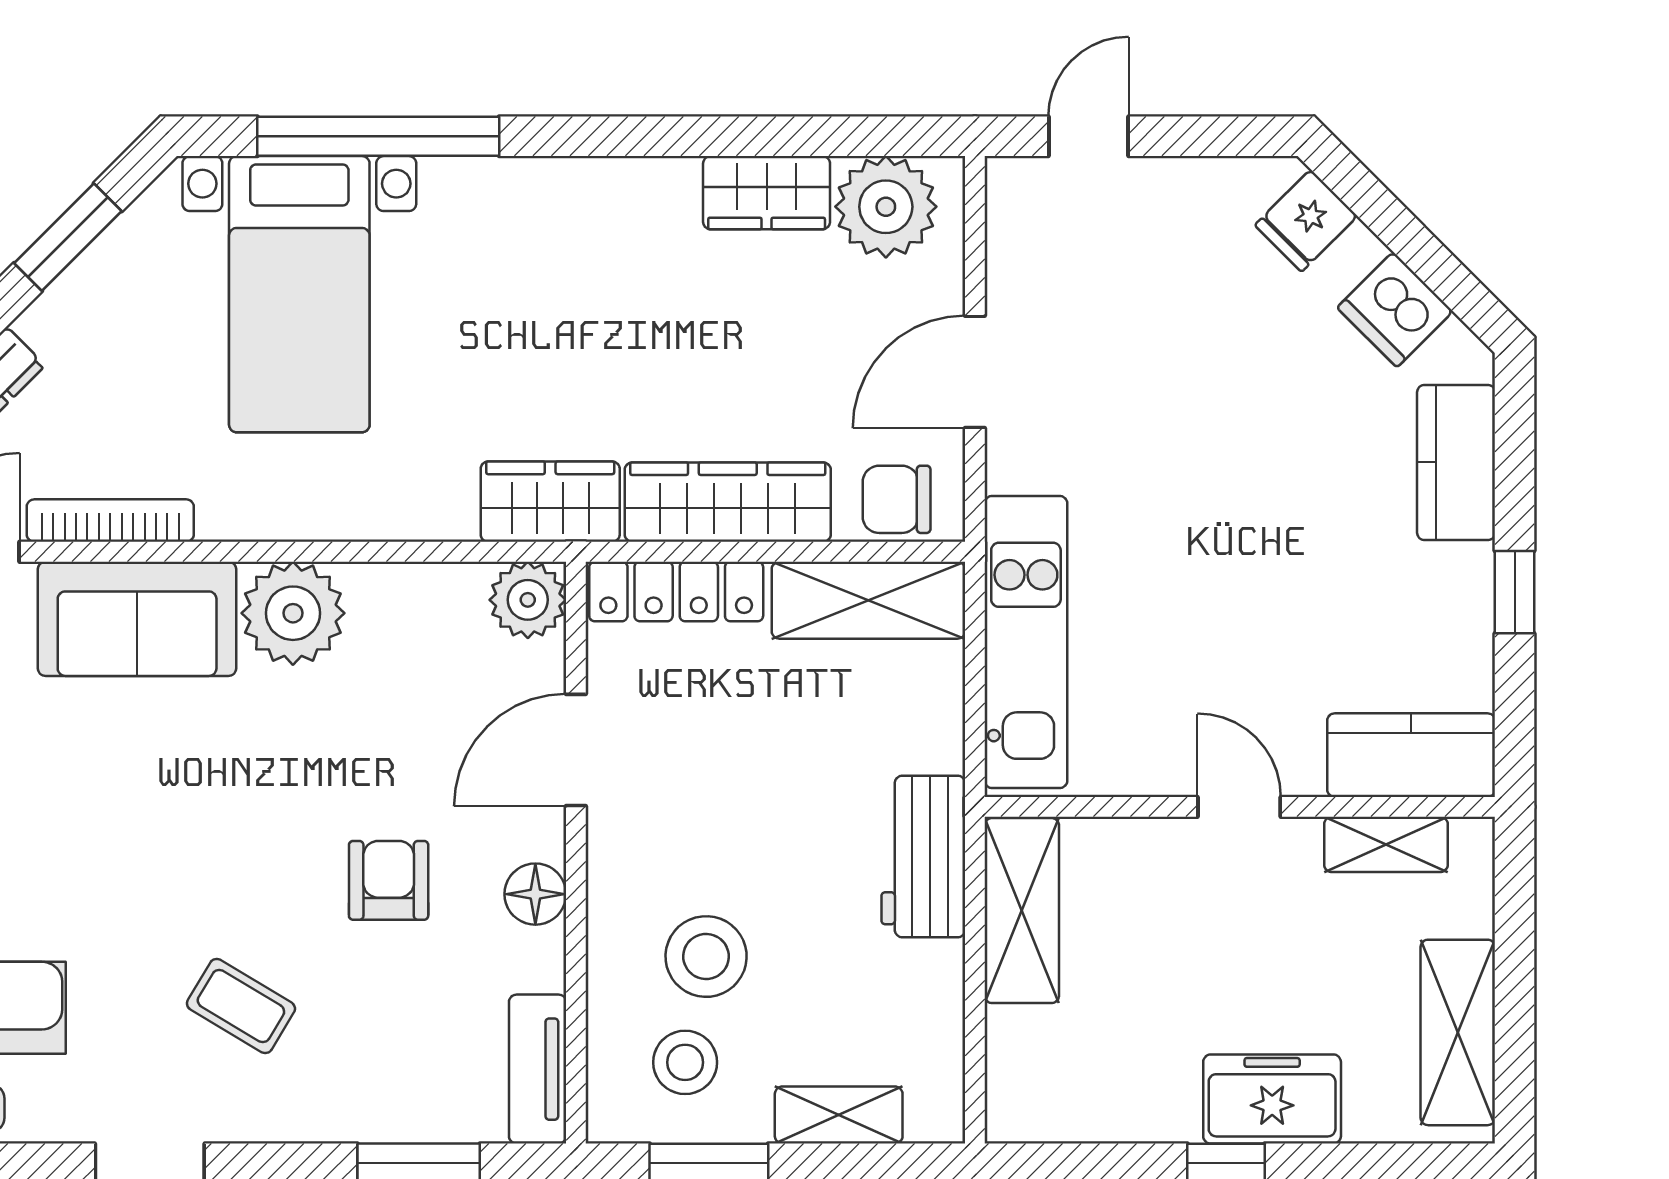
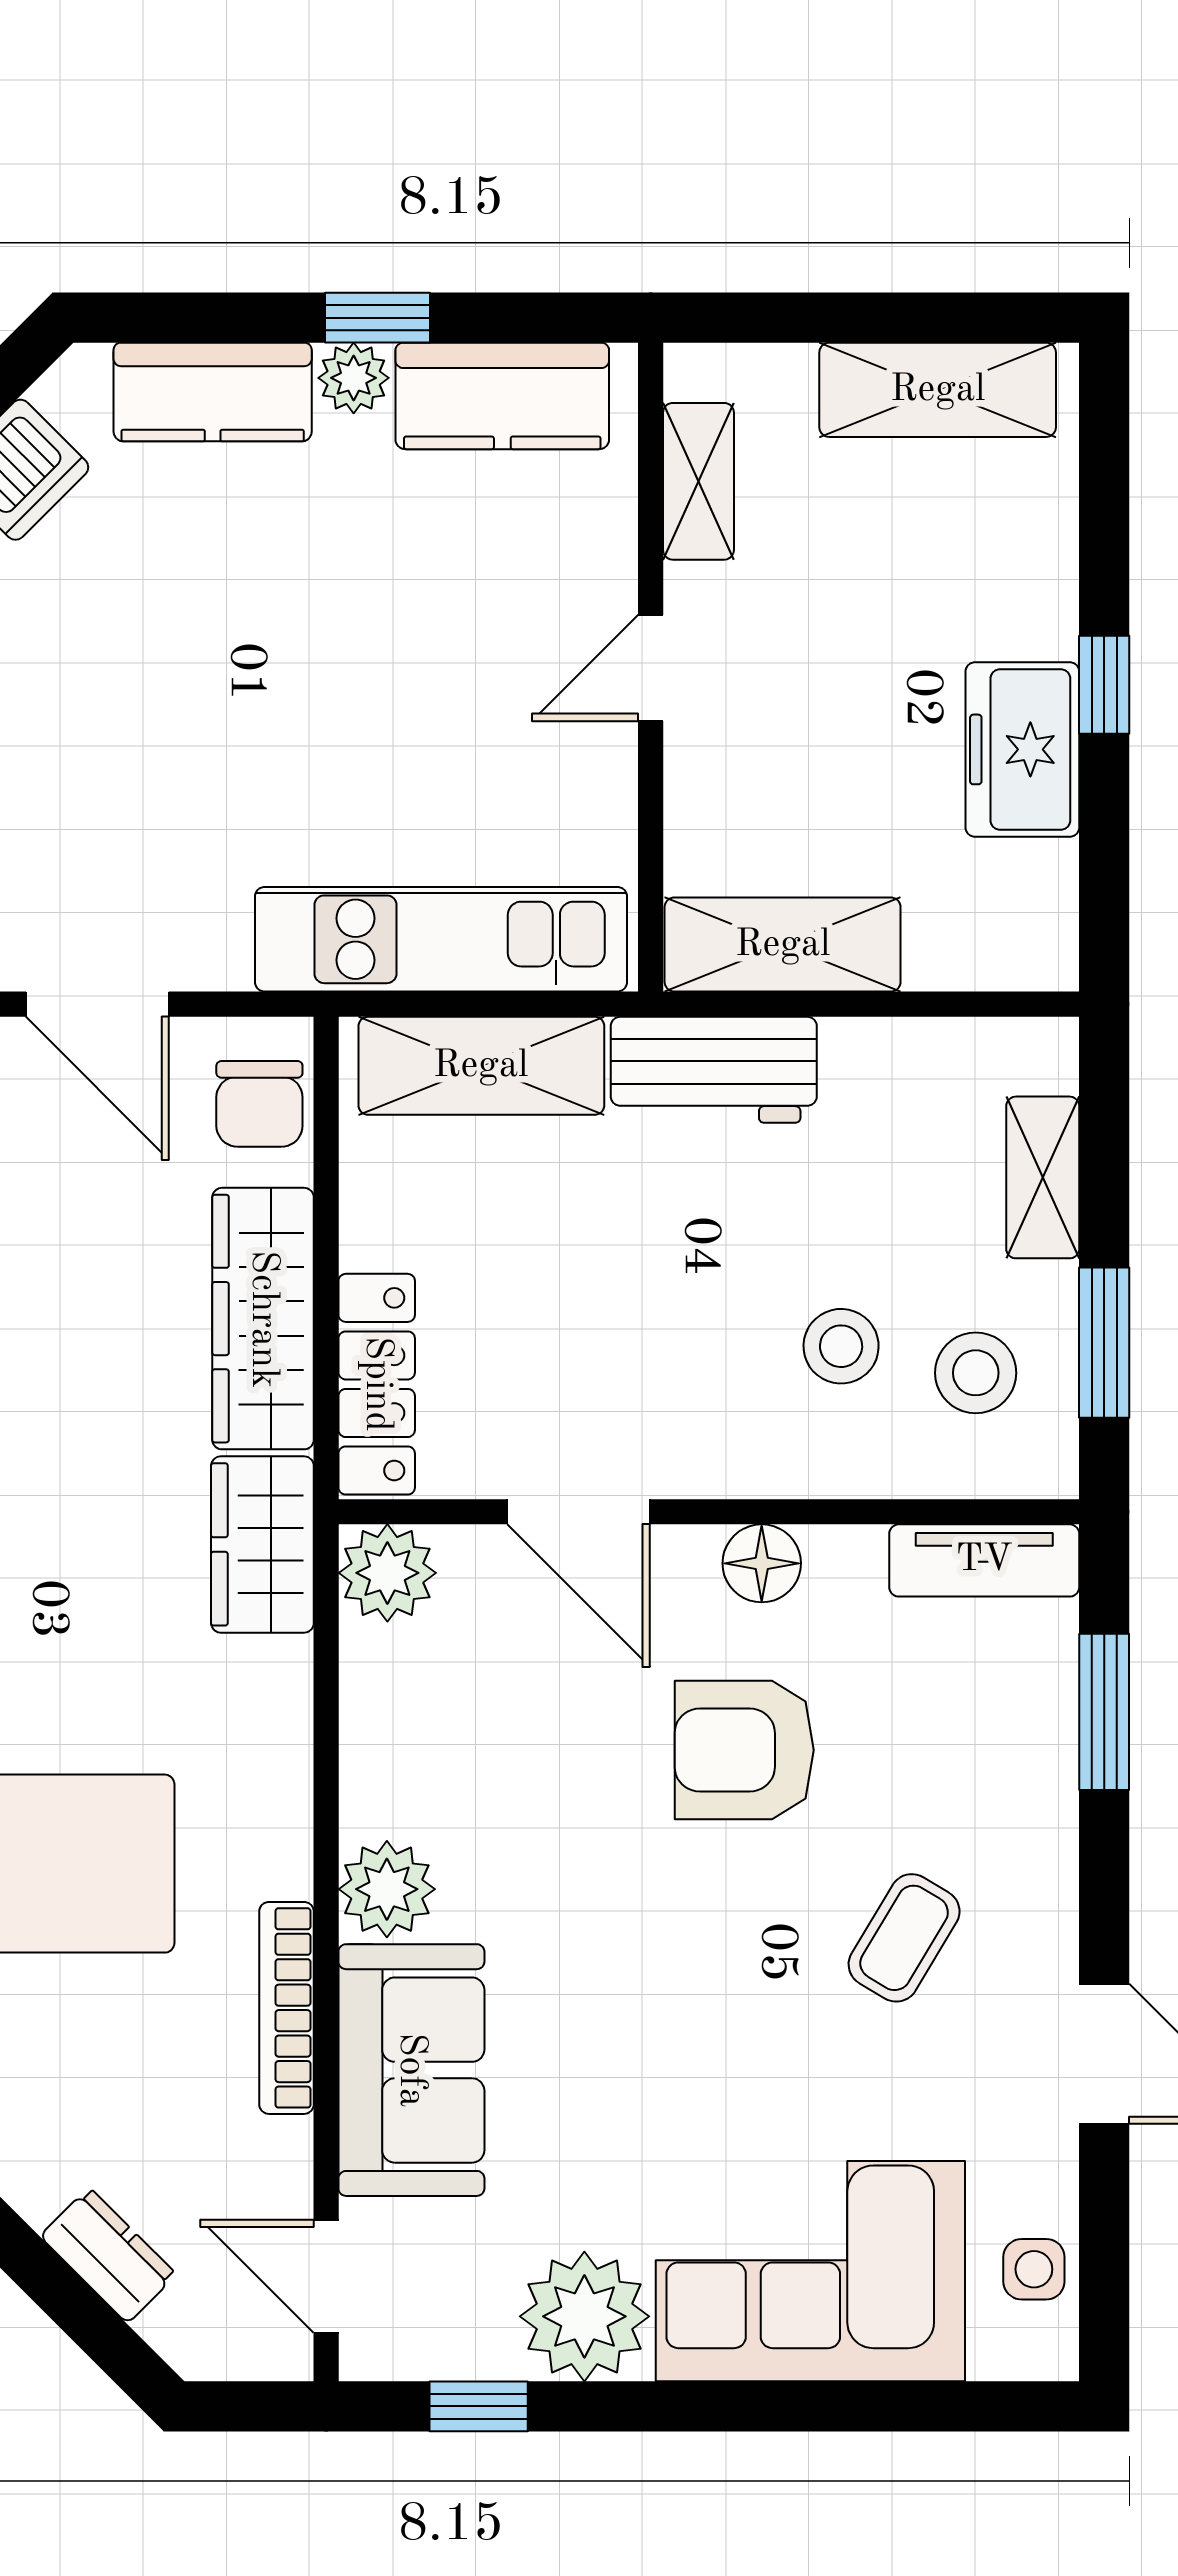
bookcase: (110, 521) -> (286, 2008), moved
plant: (1467, 573) -> (354, 378), added
shelving: (868, 600) -> (481, 1066), moved, turned 90
plant: (293, 613) -> (387, 1889), width x0.73, depth x0.73
kitchen counter: (1411, 755) -> (502, 396), moved, turned -90
armchair: (389, 880) -> (744, 1750), width x1.38, depth x1.38
stool: (706, 957) -> (841, 1346), width x0.73, depth x0.73
freezer: (1272, 1099) -> (1022, 749), moved

